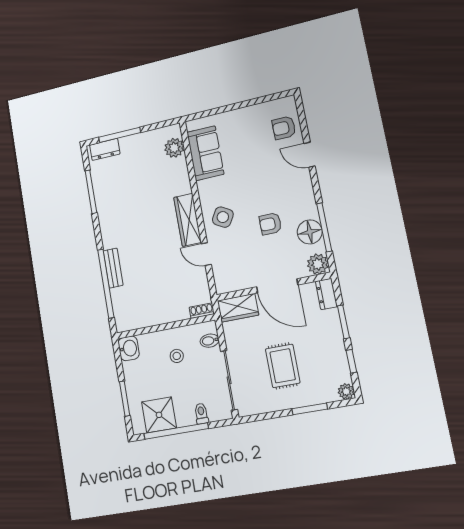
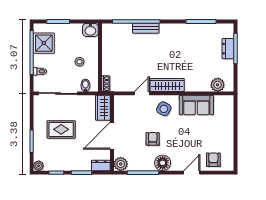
dresser: (105, 149) -> (228, 49), moved
sofa: (205, 153) -> (196, 105), moved
floor lamp: (310, 232) -> (163, 163), moved

